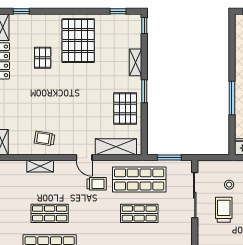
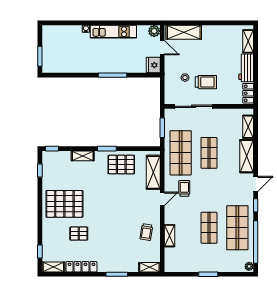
trolley: (224, 210) -> (206, 82), turned 180

